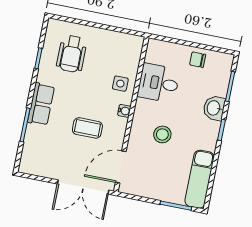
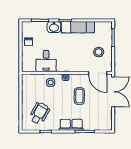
wheelchair: (72, 54) -> (39, 113), turned -61
stool: (162, 134) -> (99, 52), moved
exam couch: (200, 179) -> (78, 27), moved

